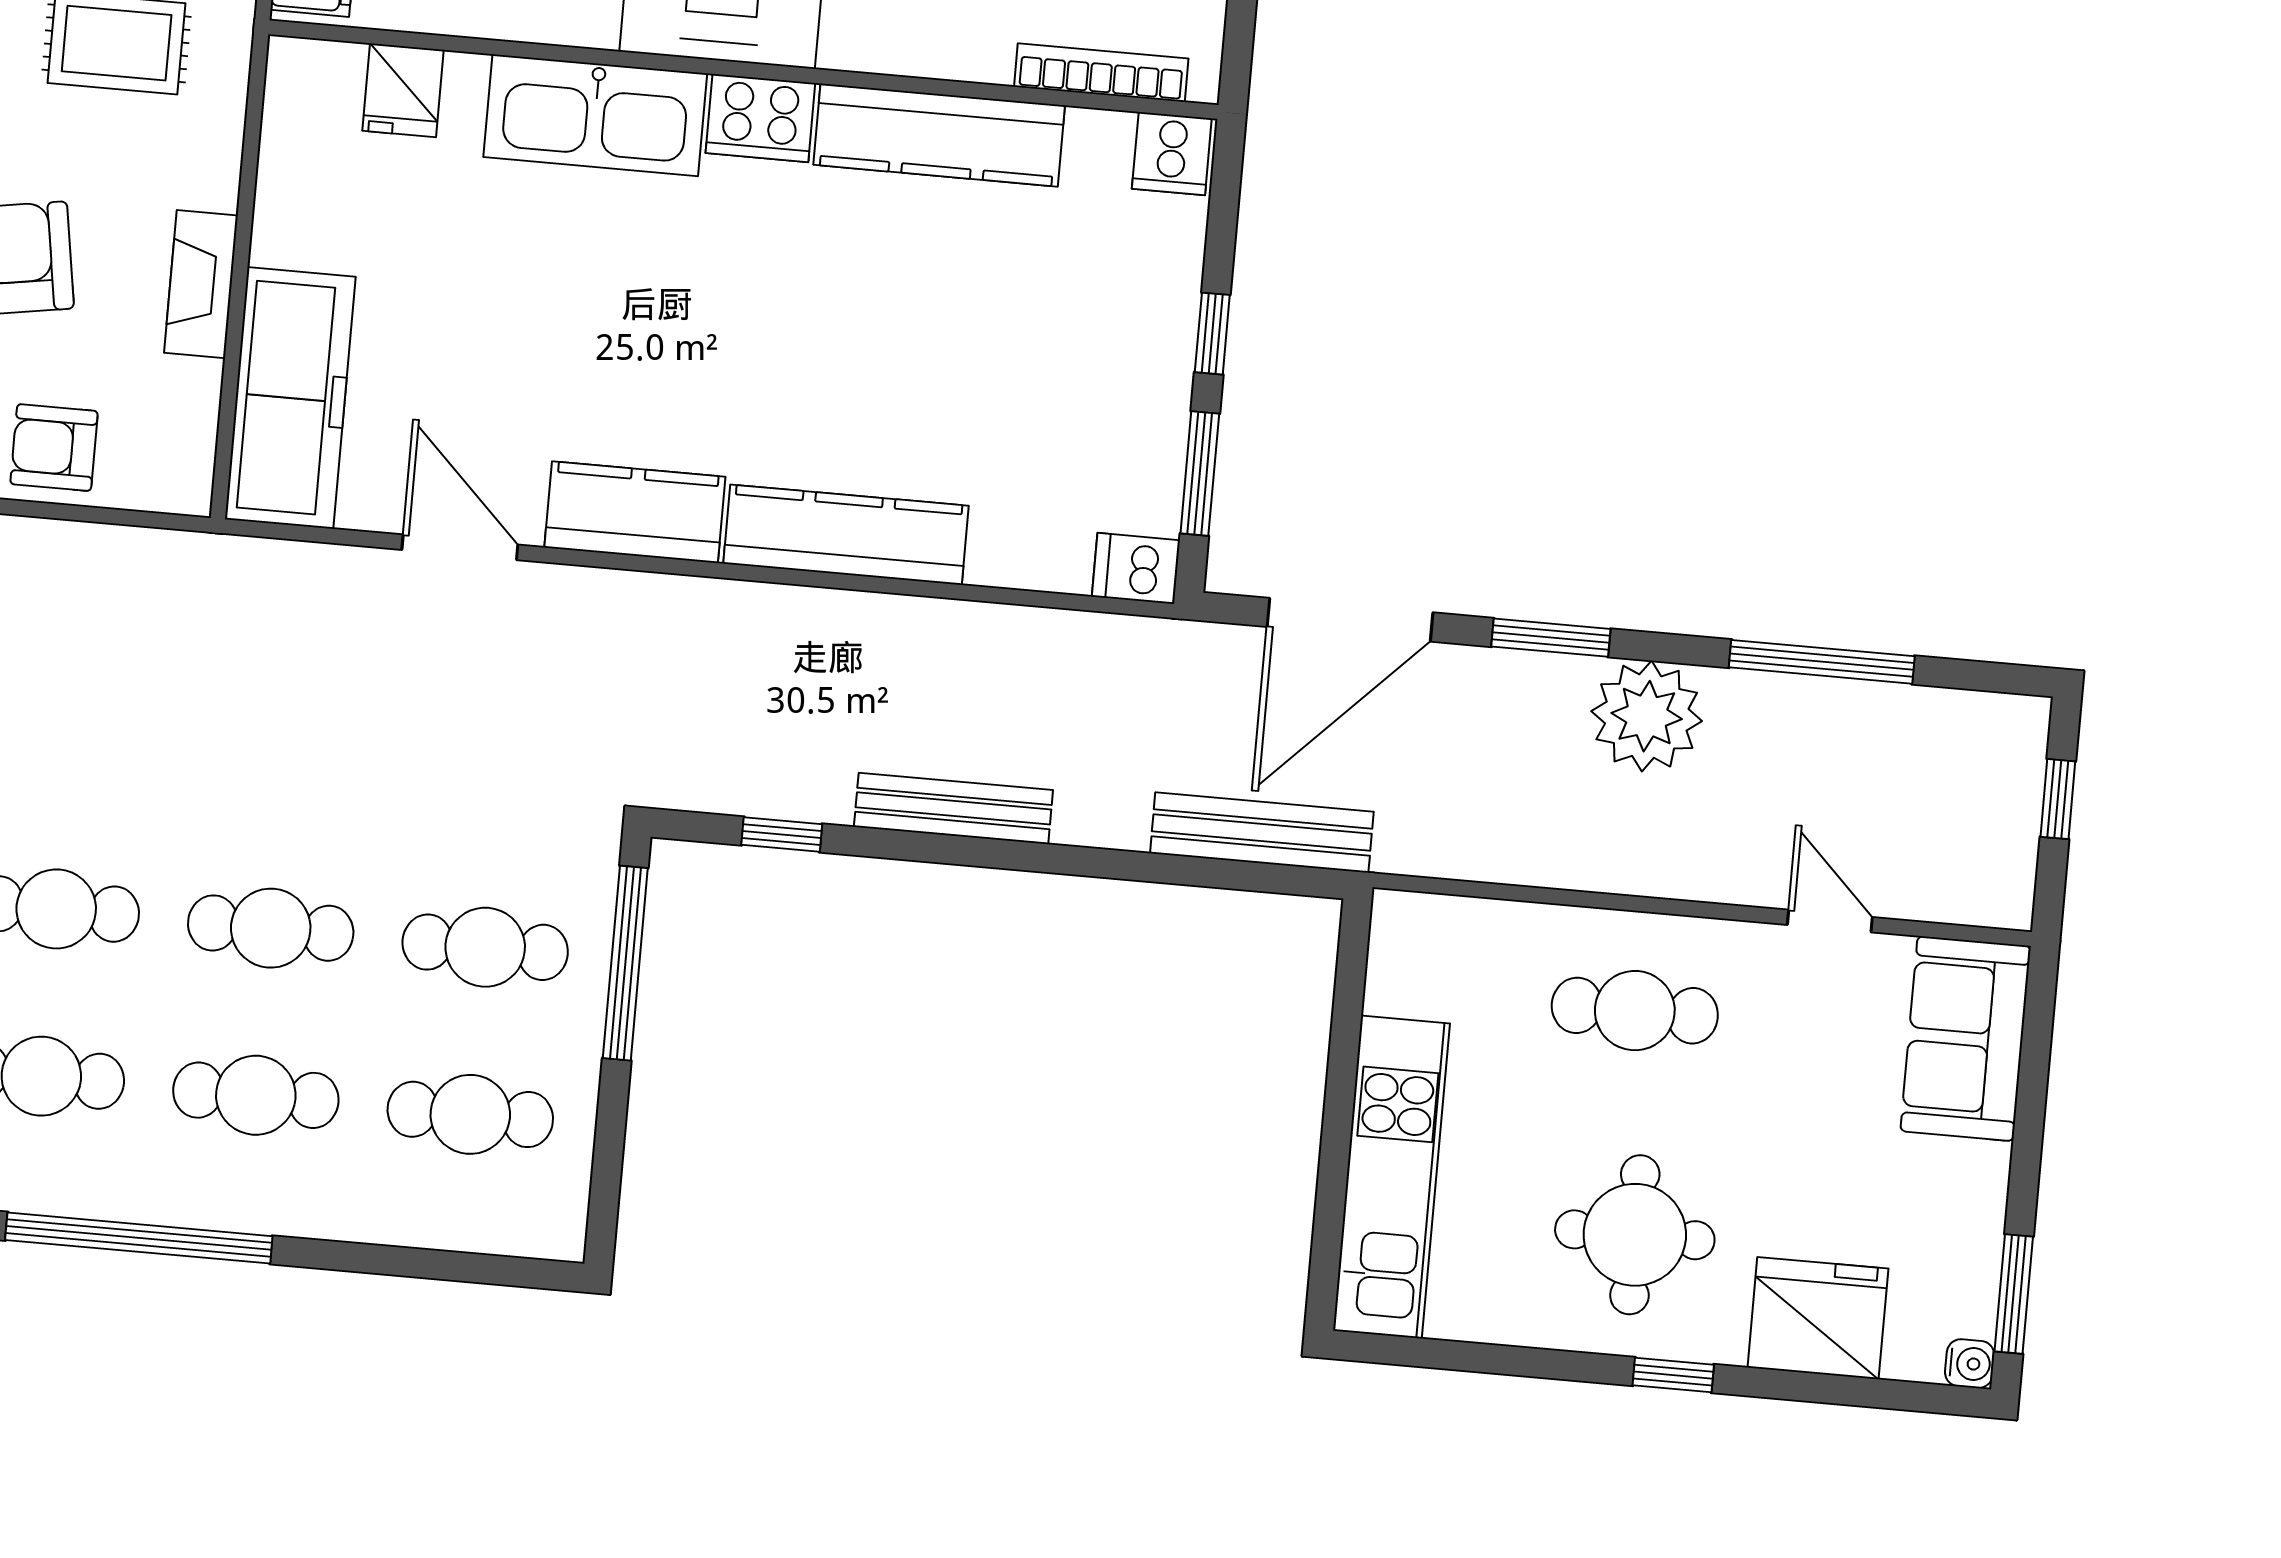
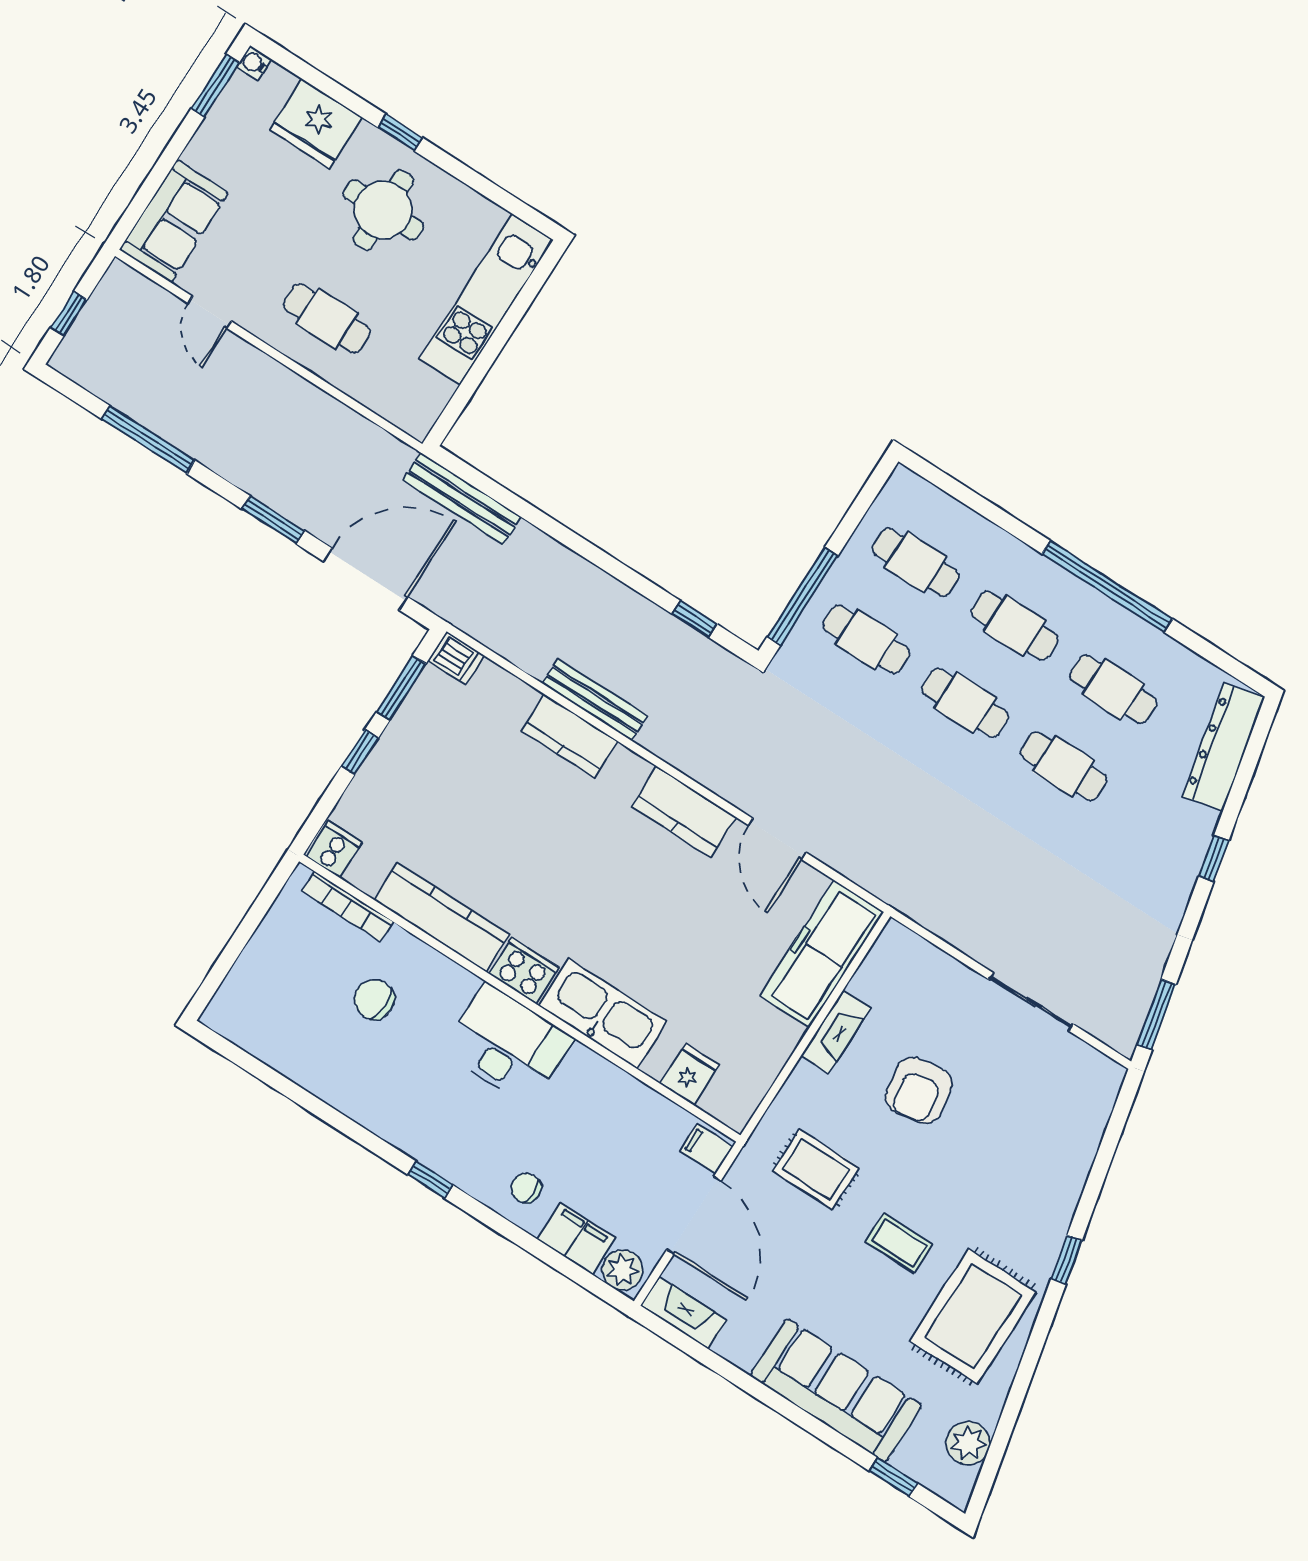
armchair: (54, 448) -> (948, 990), removed
kitchen counter: (846, 535) -> (569, 736), width x0.67
plant: (1647, 716) -> (247, 458), removed
bench: (953, 808) -> (595, 700), moved

